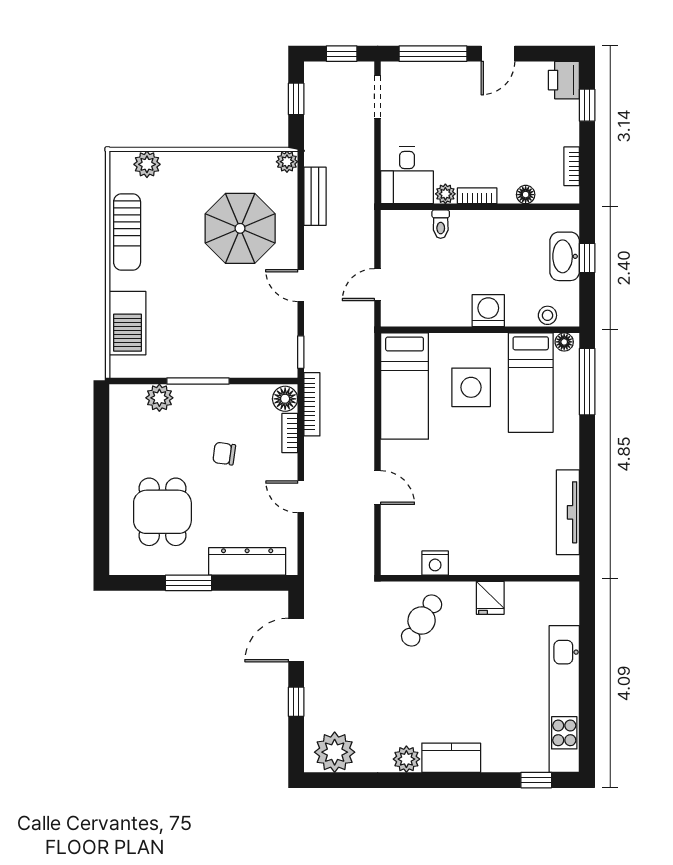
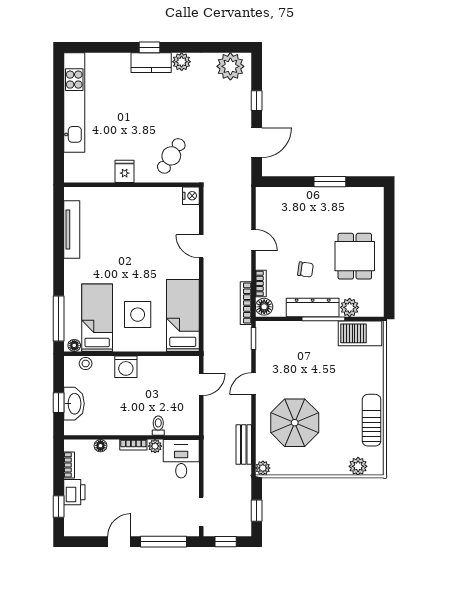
printer: (564, 80) -> (74, 492), moved
door: (301, 286) -> (253, 384), swing flipped
barbecue: (127, 323) -> (360, 333), moved, turned -90
dining table: (162, 512) -> (355, 256), moved
dresser: (247, 561) -> (313, 307), moved, turned 180
nightstand: (435, 563) -> (191, 196), moved, turned 90
window: (536, 780) -> (149, 47), moved

